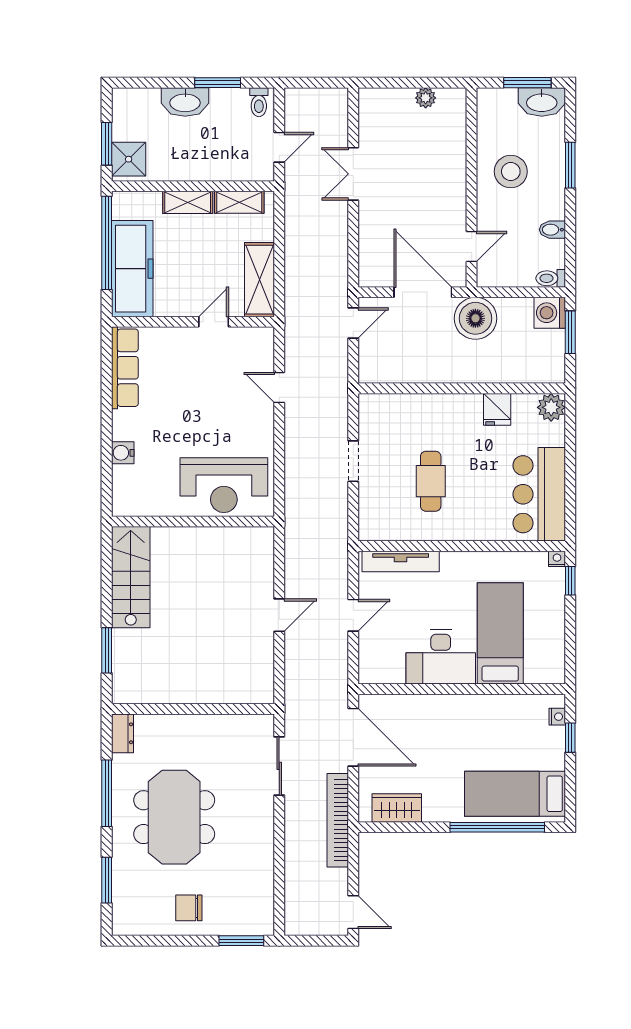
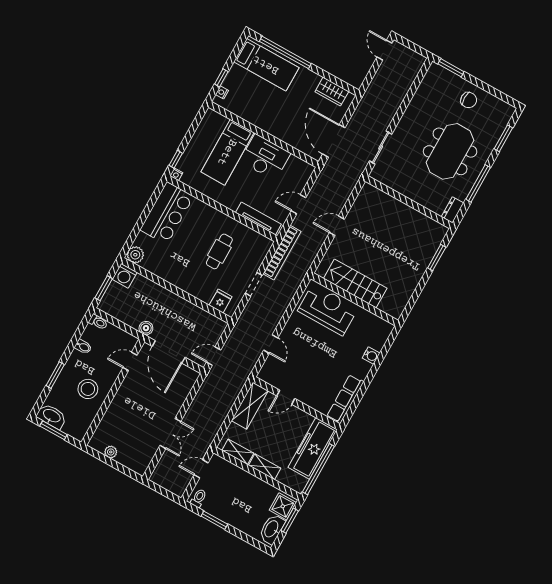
washbasin: (185, 102) -> (272, 529), moved, turned -90
washing machine: (550, 313) -> (125, 276), moved, turned 90
boiler: (475, 318) -> (146, 328), width x0.54, depth x0.54
fridge: (497, 409) -> (221, 301), moved
stairs: (131, 577) -> (355, 283), moved, turned 90
bookcase: (338, 820) -> (282, 253), moved

